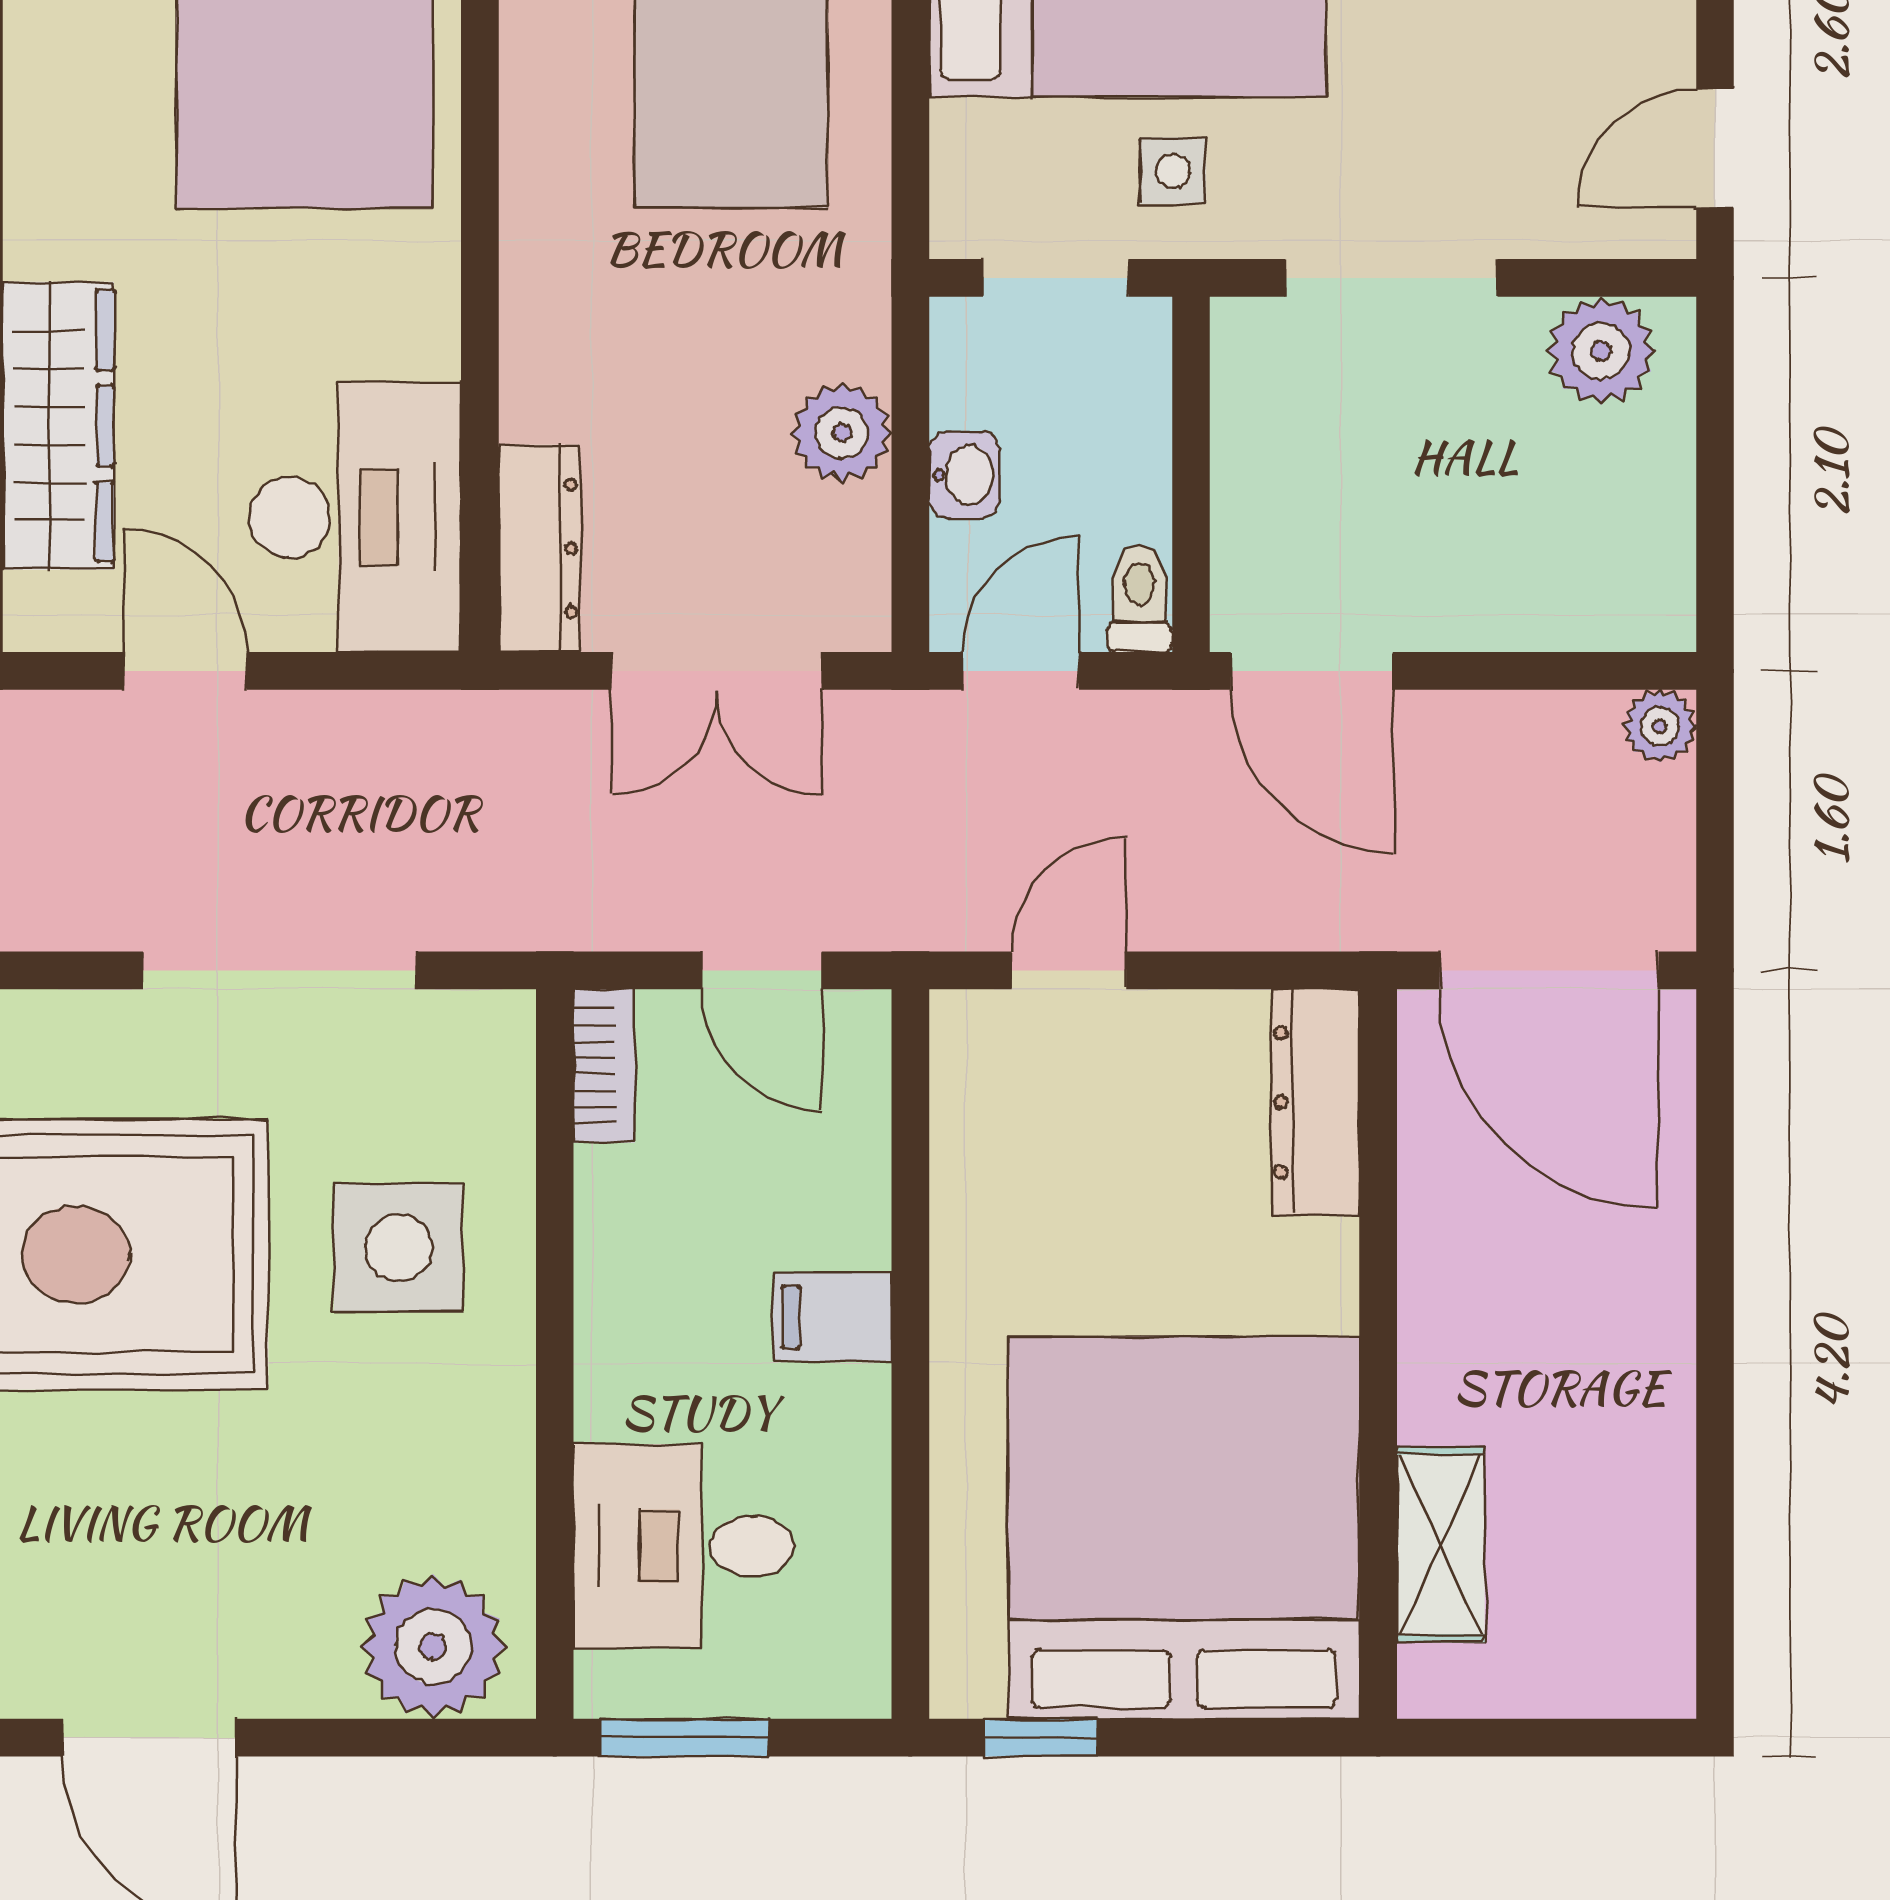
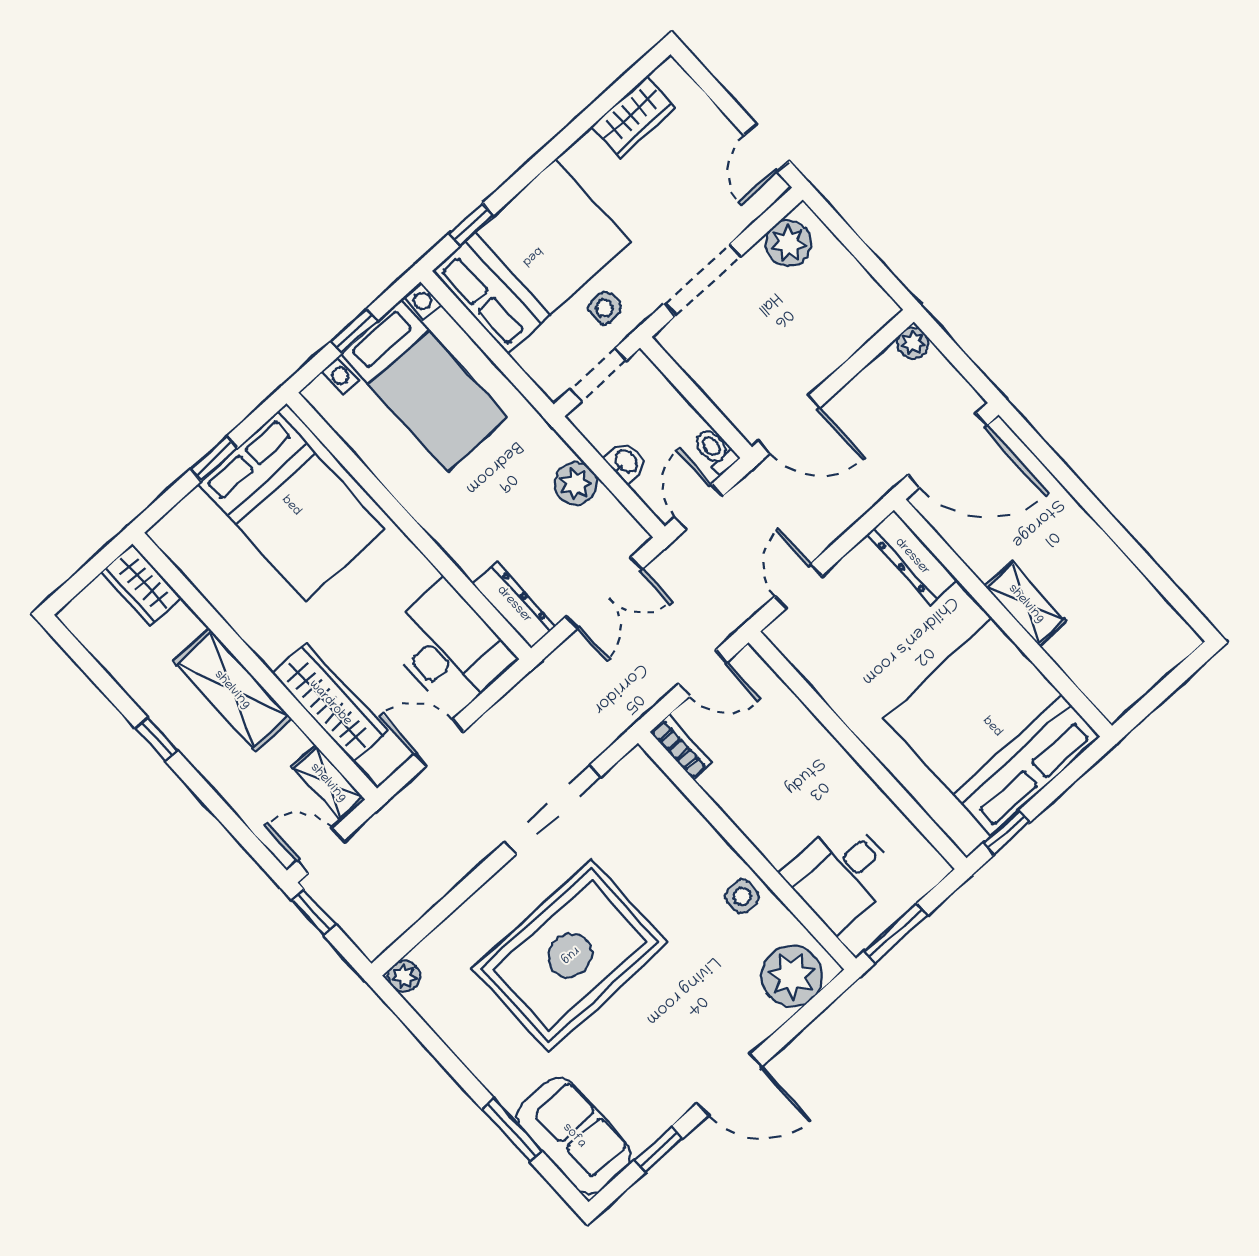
side table: (398, 1248) -> (742, 896), moved, width x0.54, depth x0.54
filing cabinet: (832, 1317) -> (823, 761), removed
shelving: (1441, 1544) -> (1026, 604), moved

